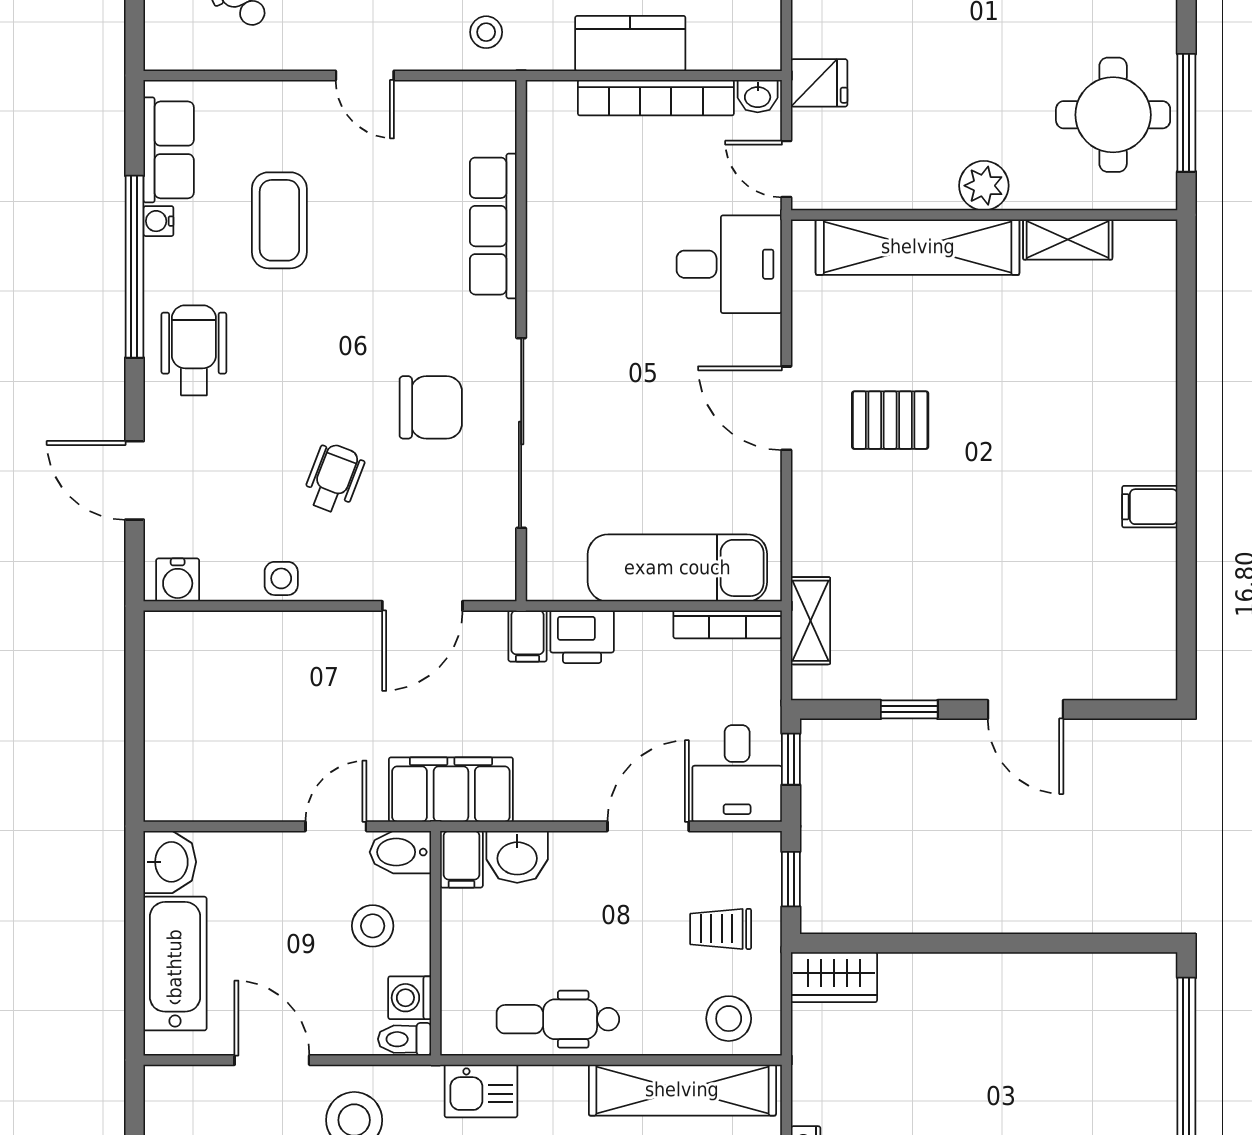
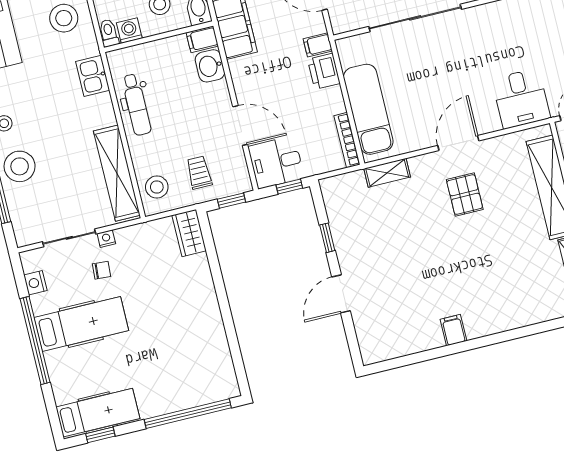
shelving: (810, 621) -> (387, 173), moved
dental chair: (558, 1019) -> (136, 105), turned 180

